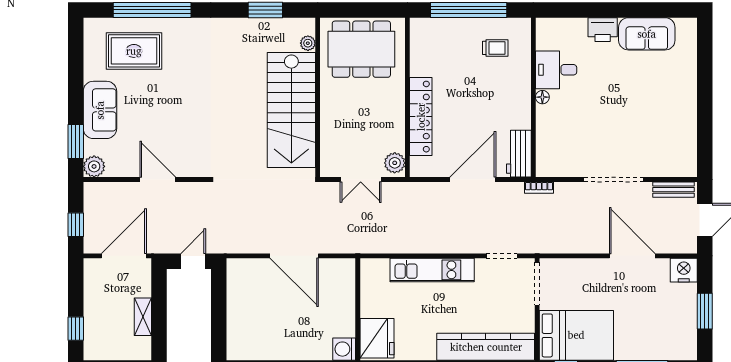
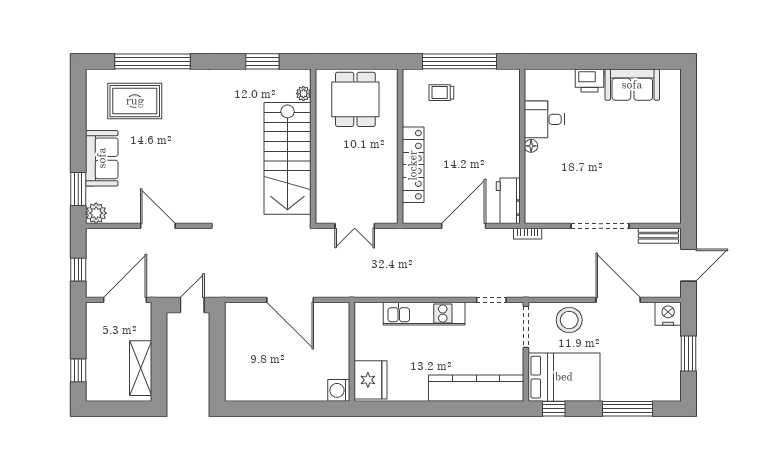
trolley: (495, 48) -> (441, 93), moved, turned 180
dining table: (361, 49) -> (355, 99), width x0.73
plant: (395, 163) -> (388, 210), removed
stool: (582, 277) -> (569, 320), added
shelving: (143, 317) -> (141, 368), width x1.50, depth x1.33

